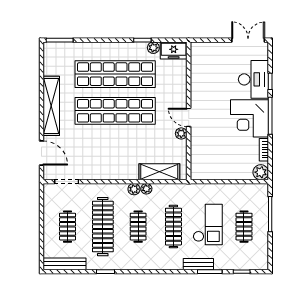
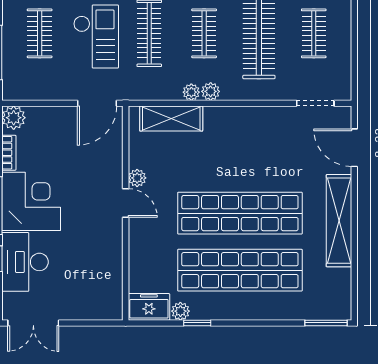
door: (207, 182) -> (97, 103), added
checkout: (208, 225) -> (96, 37), turned 180

